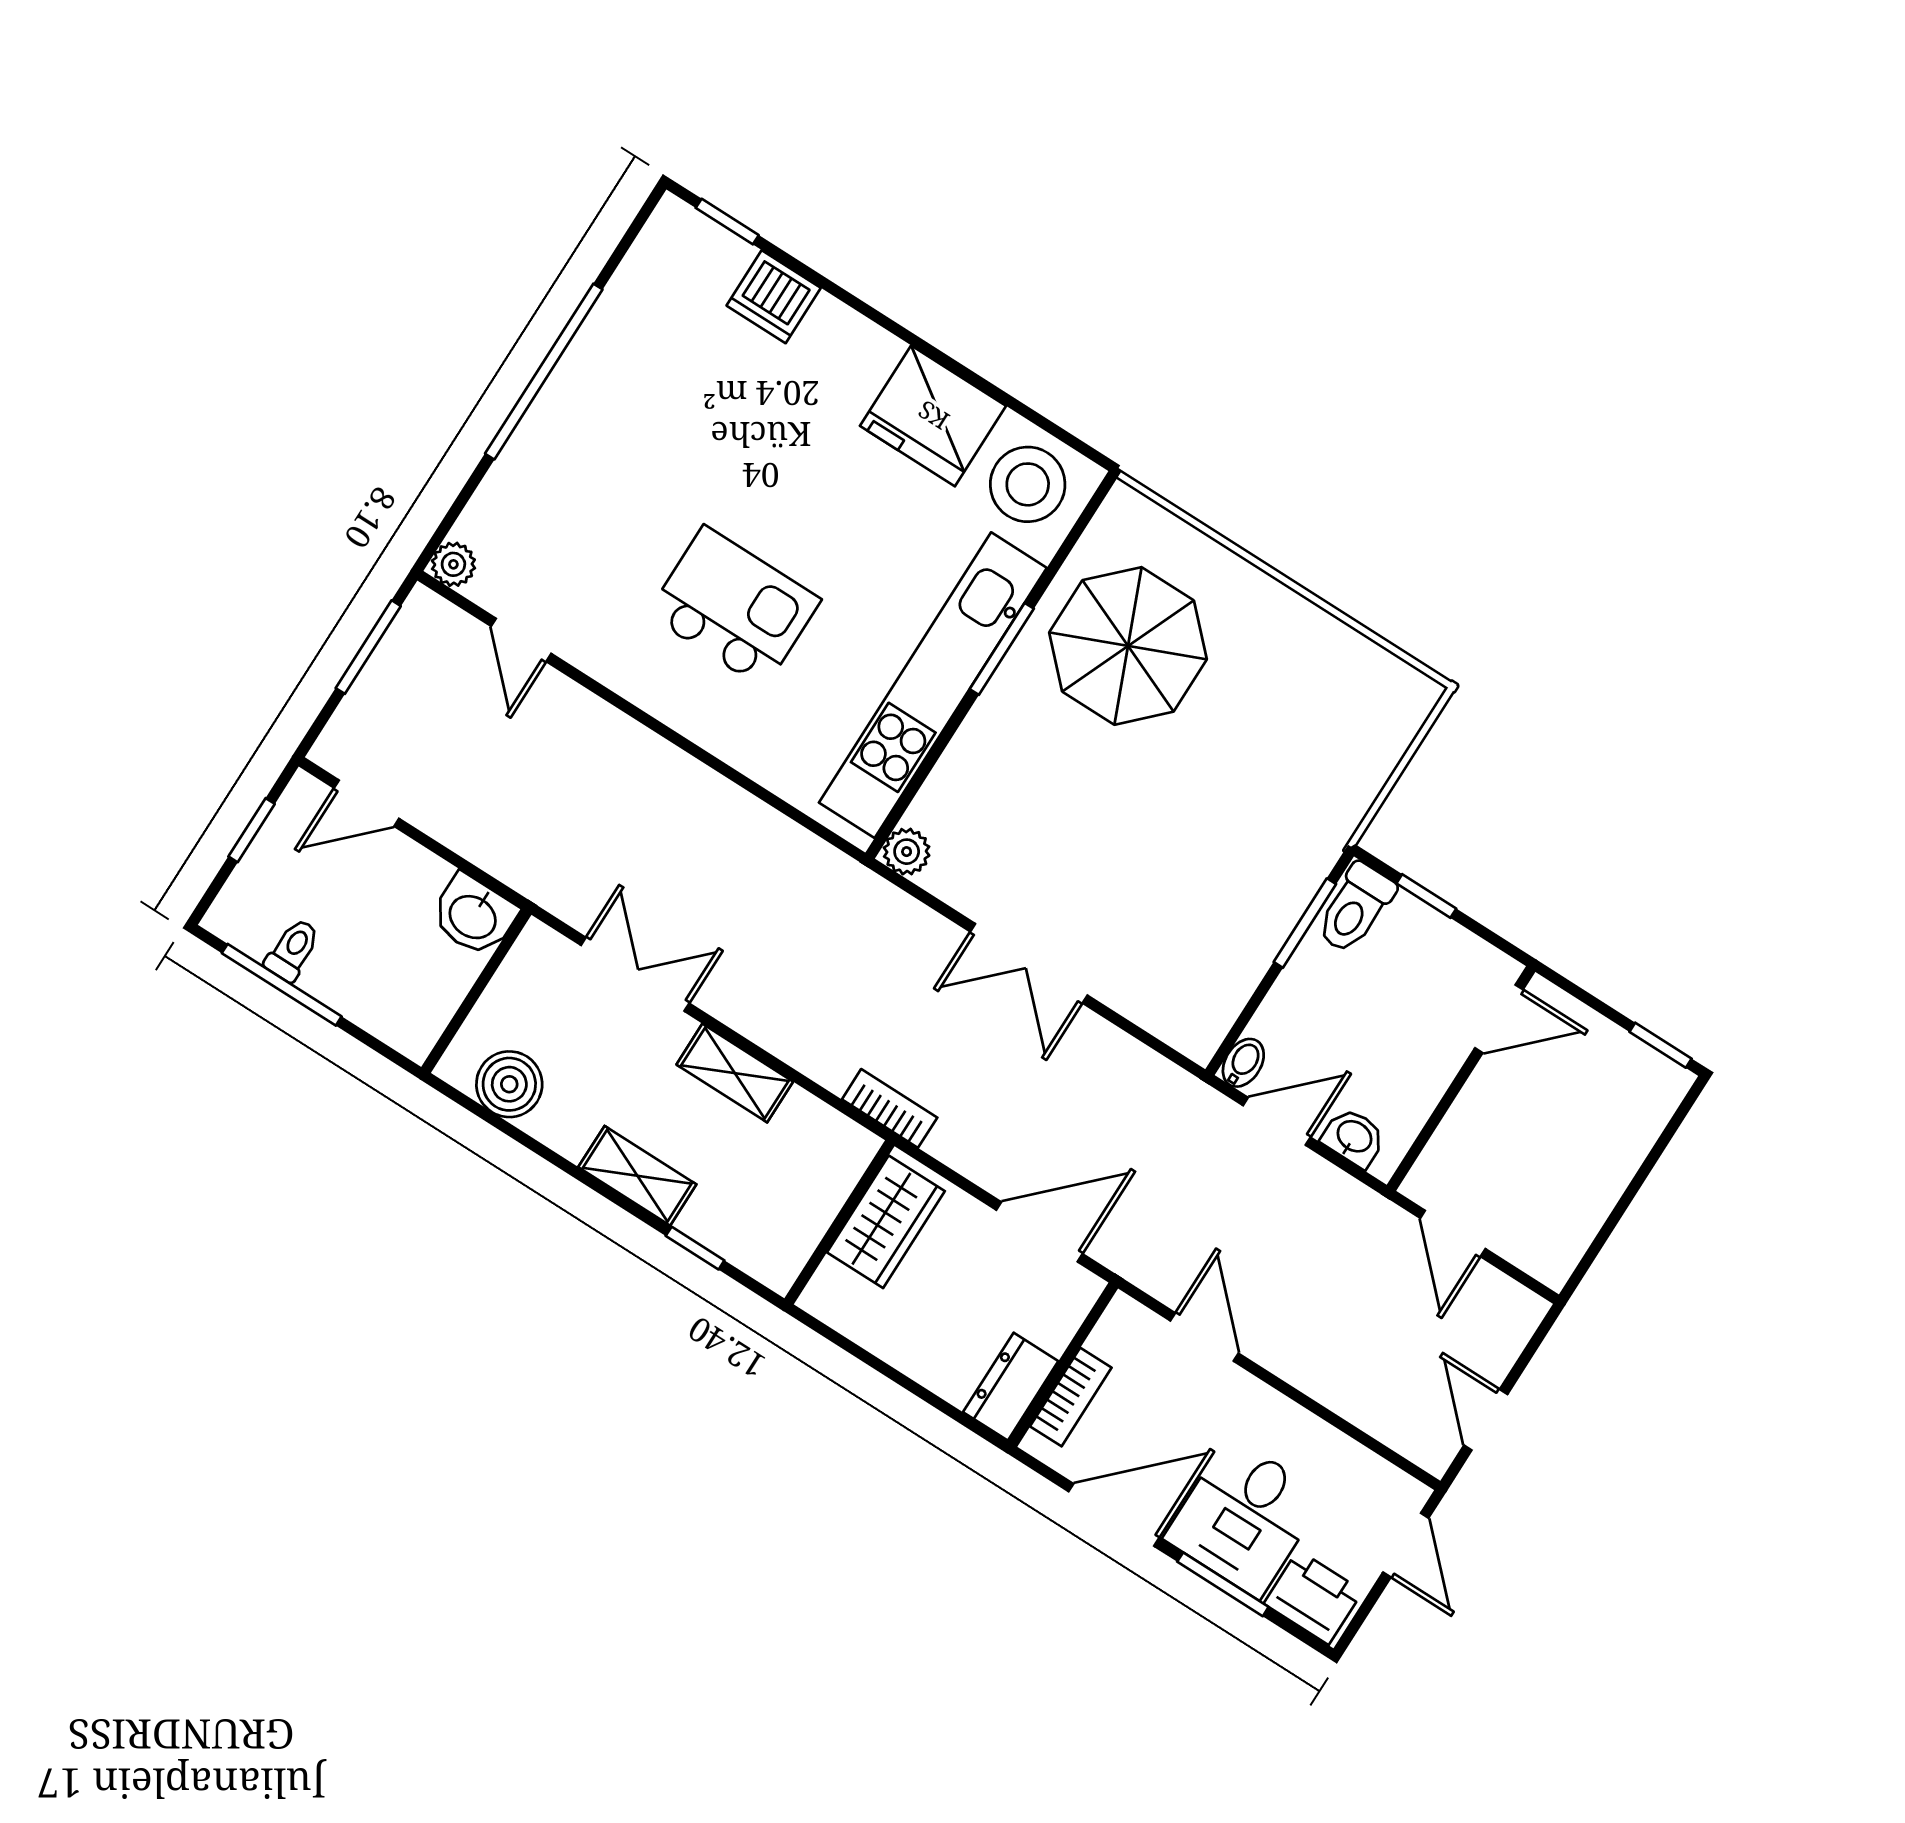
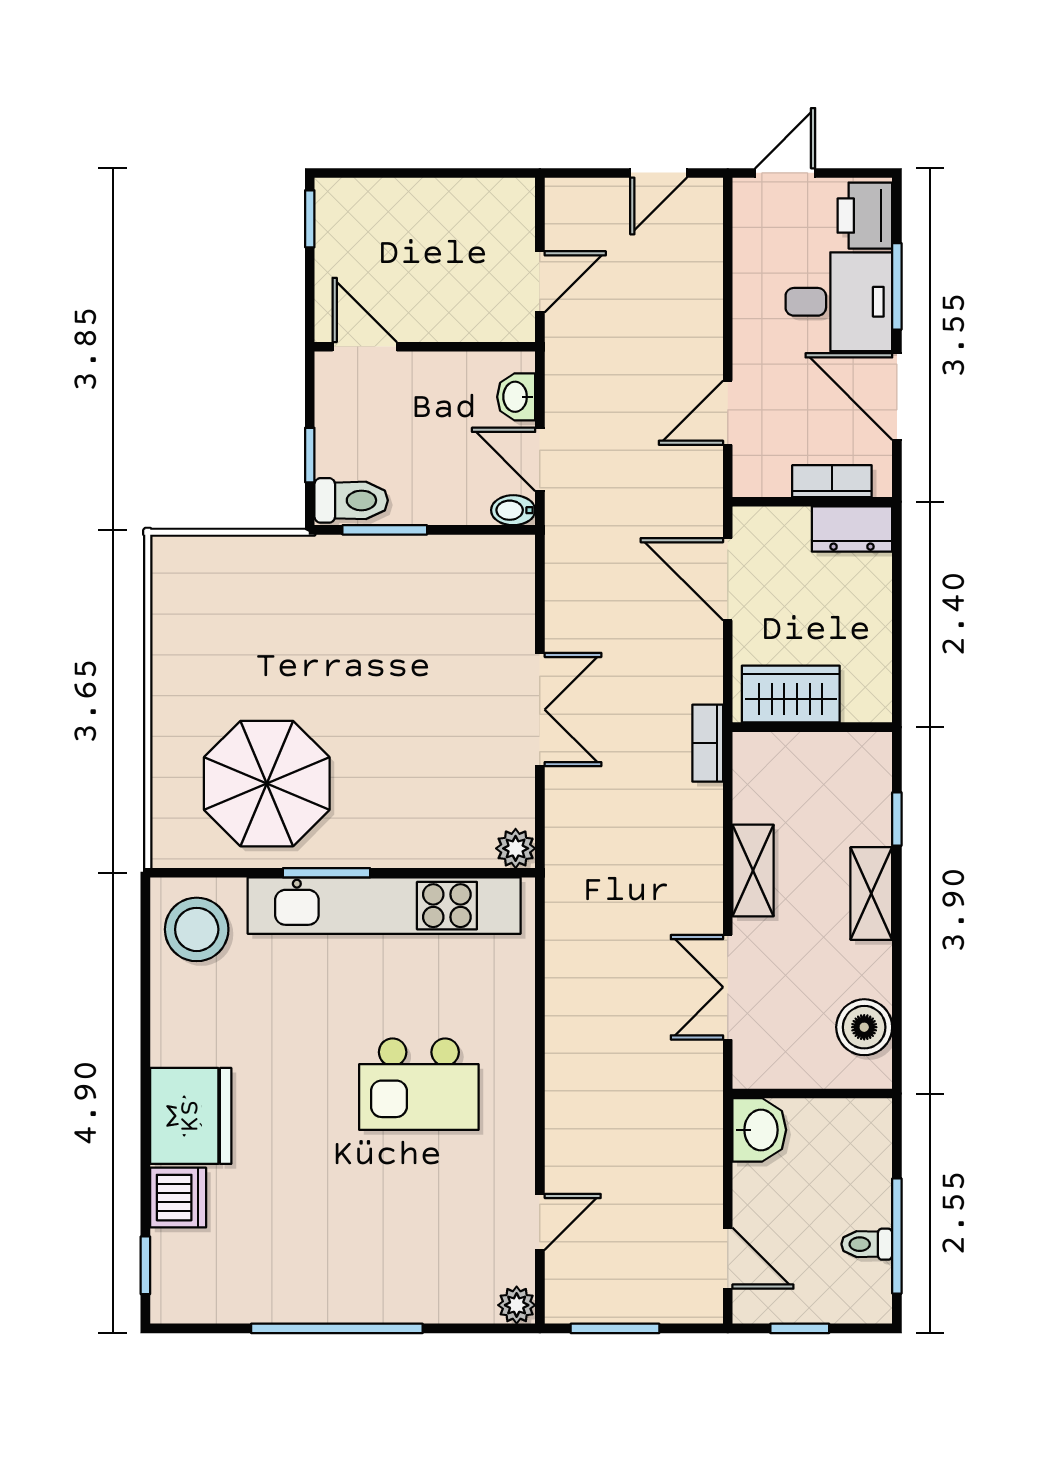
fridge: (933, 416) -> (191, 1116), moved
kitchen island: (734, 607) -> (419, 1084), turned -90

